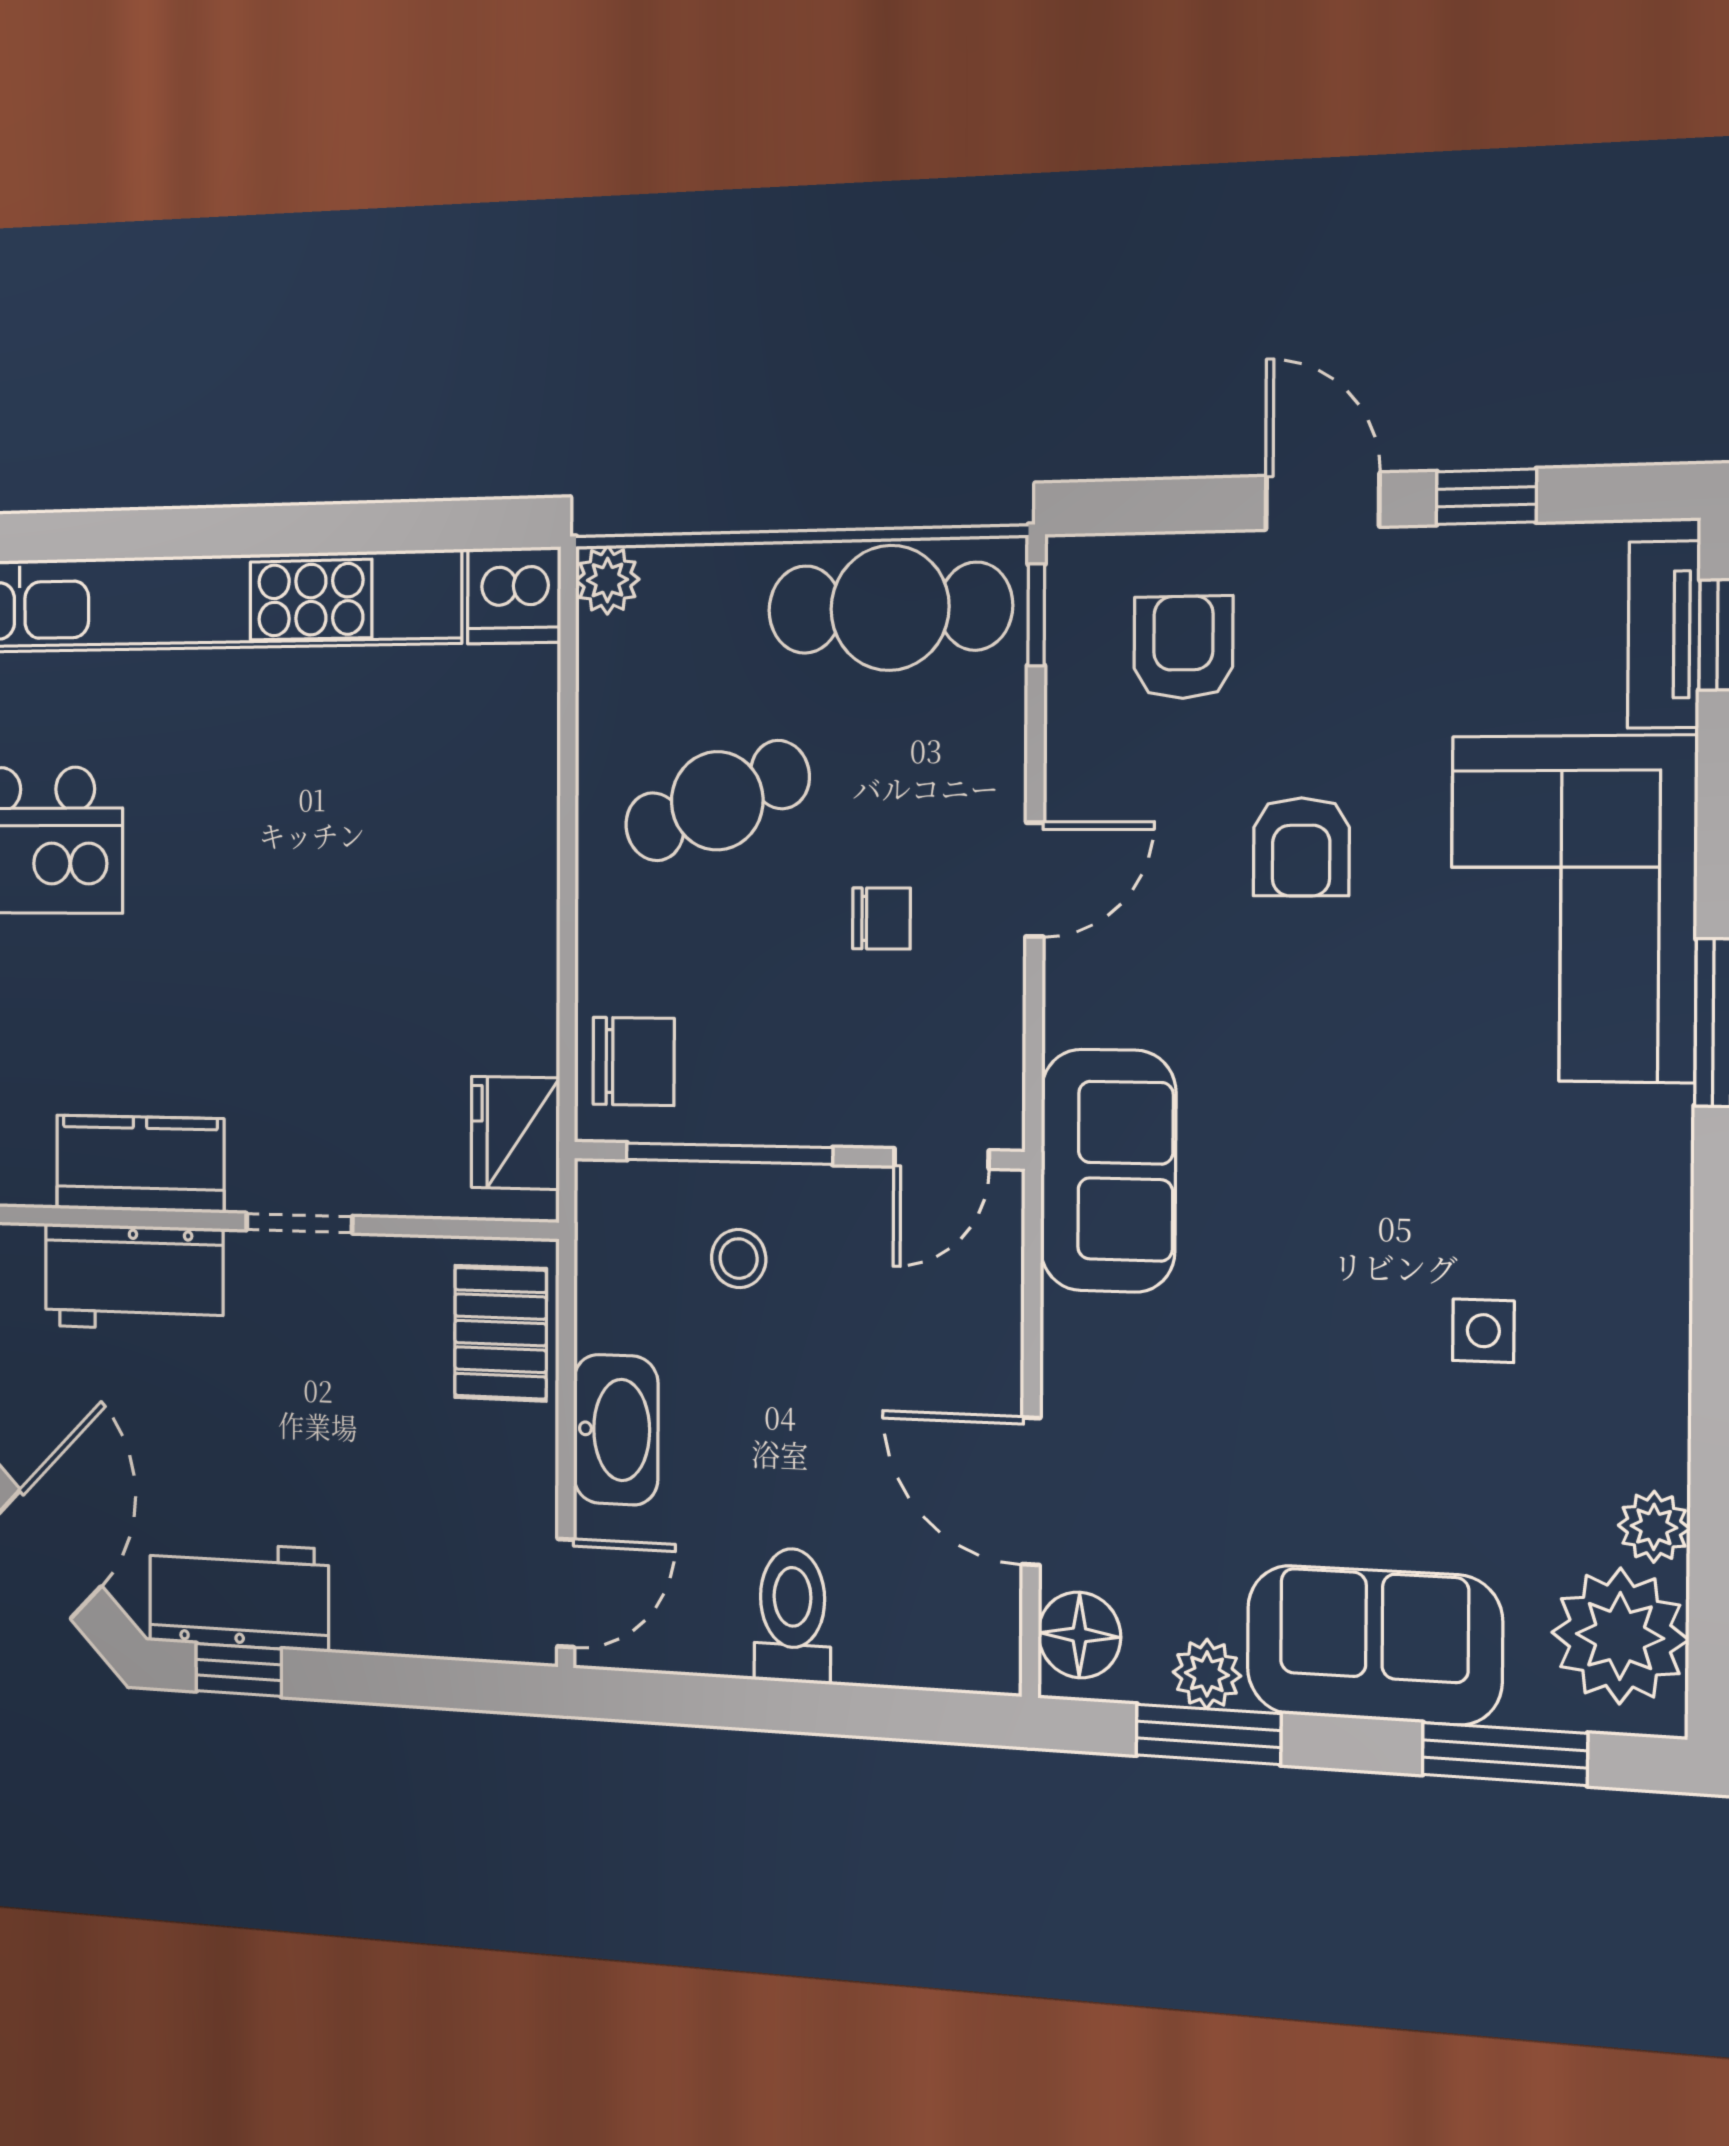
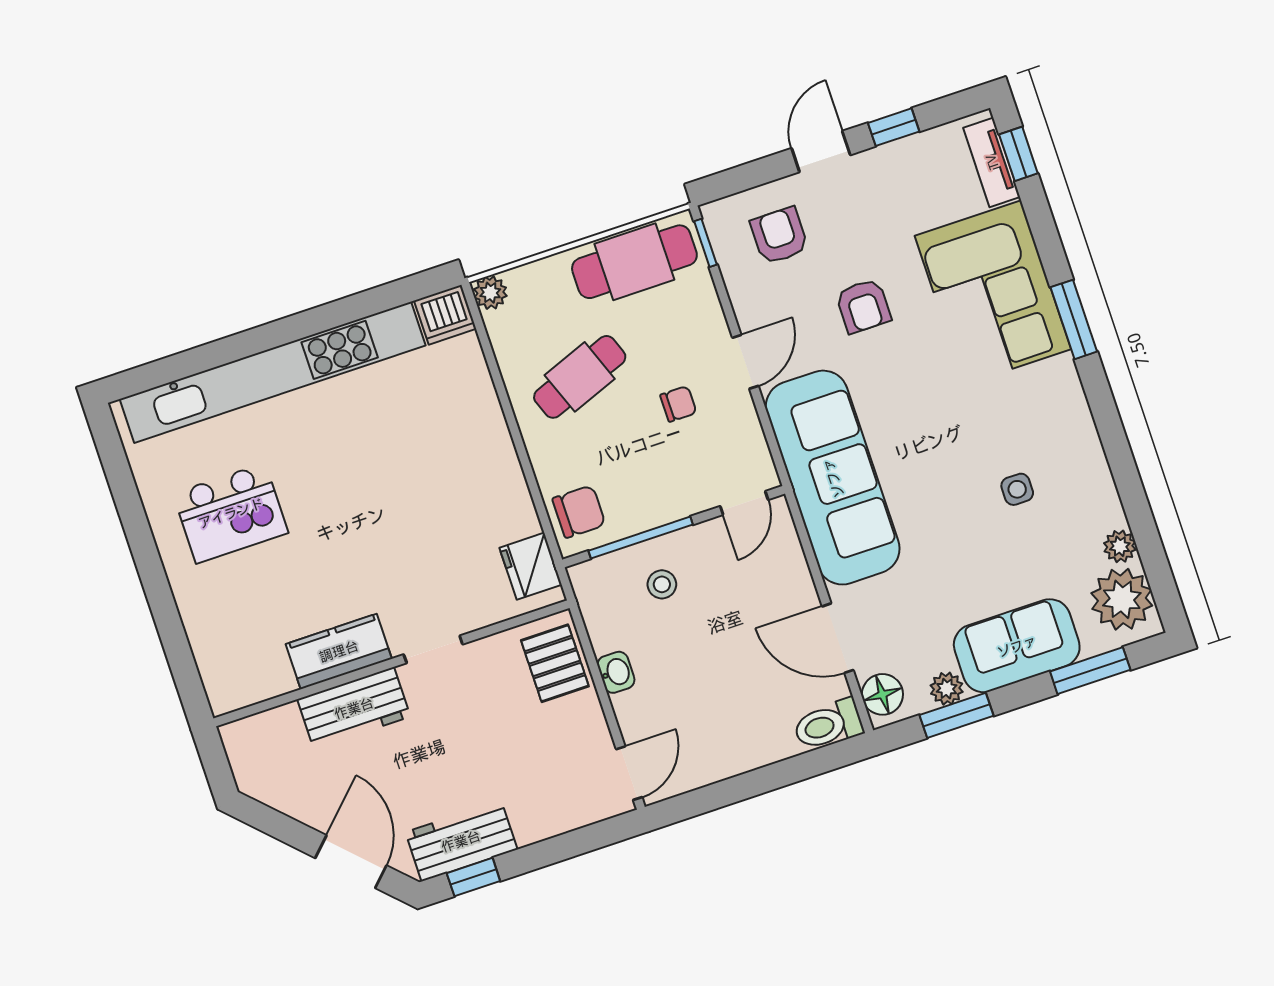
door: (1322, 501) -> (821, 152), hinge flipped
sofa: (1108, 1171) -> (833, 478), width x1.85, depth x1.27
washbasin: (616, 1430) -> (616, 672), width x0.52, depth x0.69
toilet: (792, 1615) -> (828, 725), moved, turned -90

